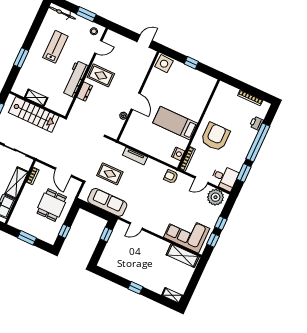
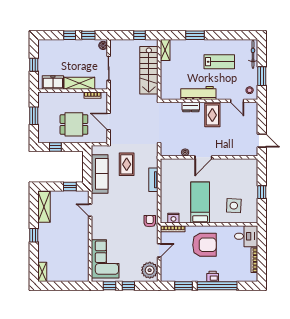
side table: (164, 64) -> (234, 206), moved
shelving: (36, 98) -> (165, 50), moved
printer: (256, 123) -> (213, 276), moved
door: (63, 172) -> (109, 121), hinge flipped
desk: (224, 178) -> (246, 236), moved, turned -90
door: (201, 180) -> (159, 250), swing flipped
shelving: (183, 256) -> (44, 207), moved

